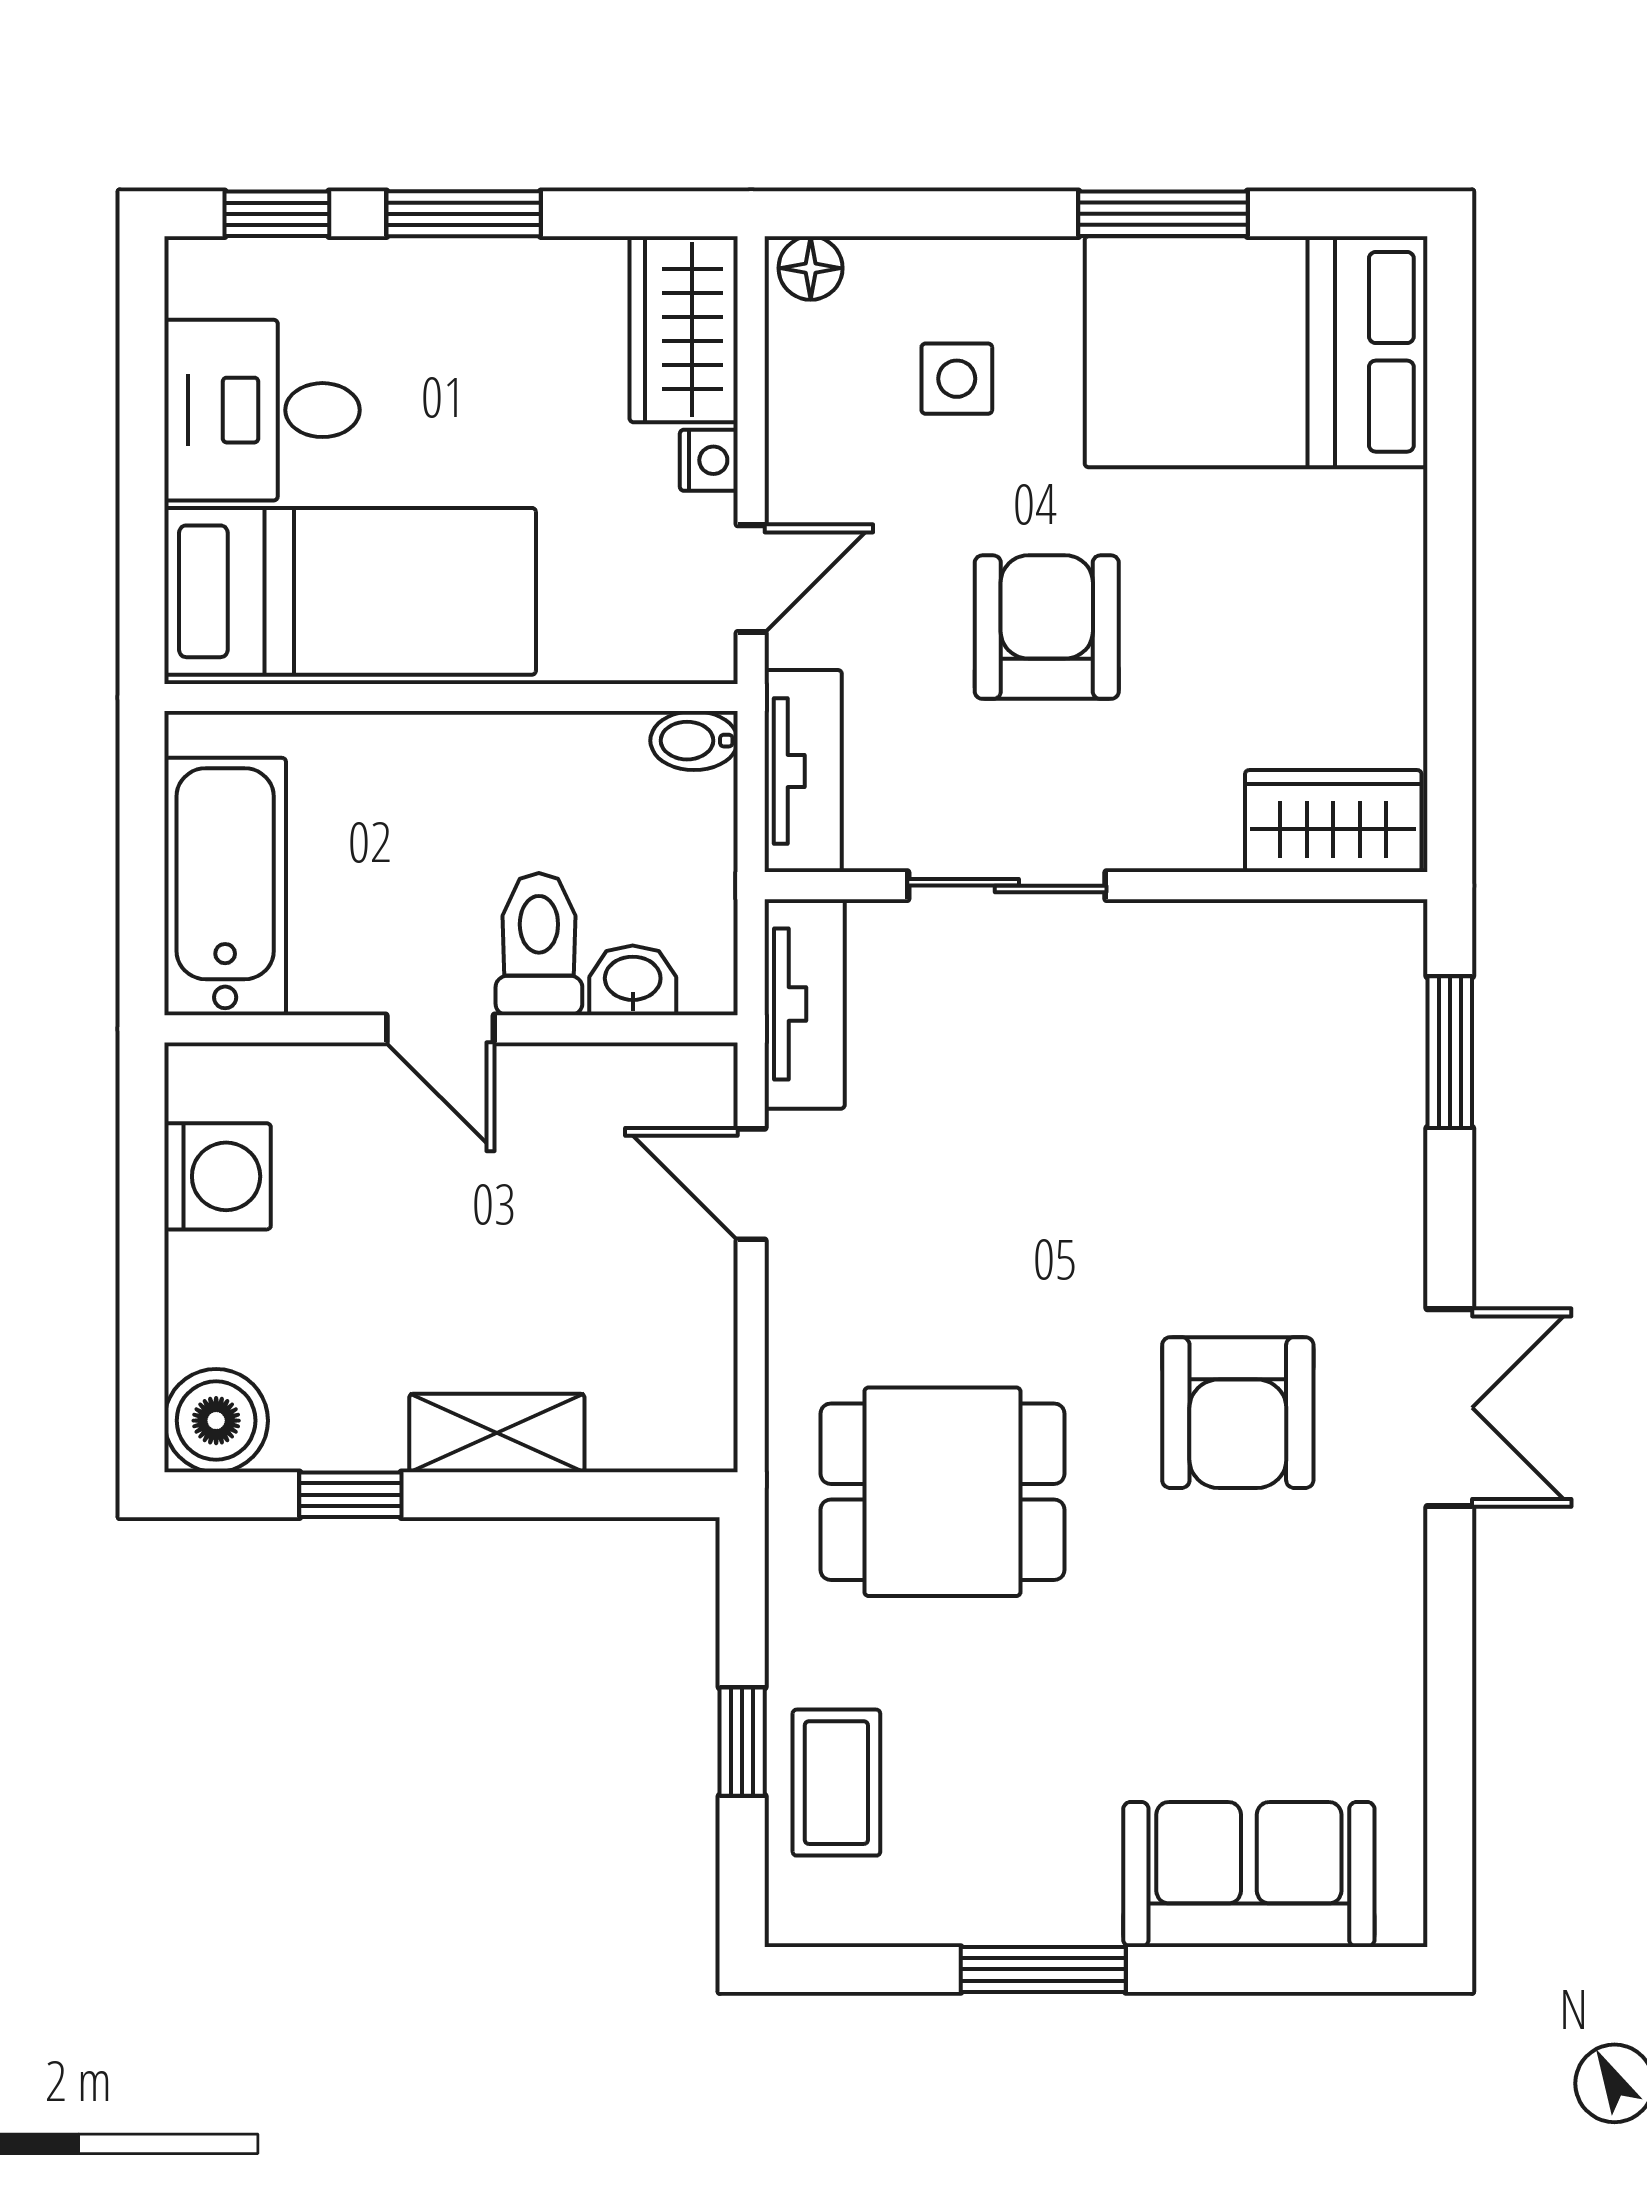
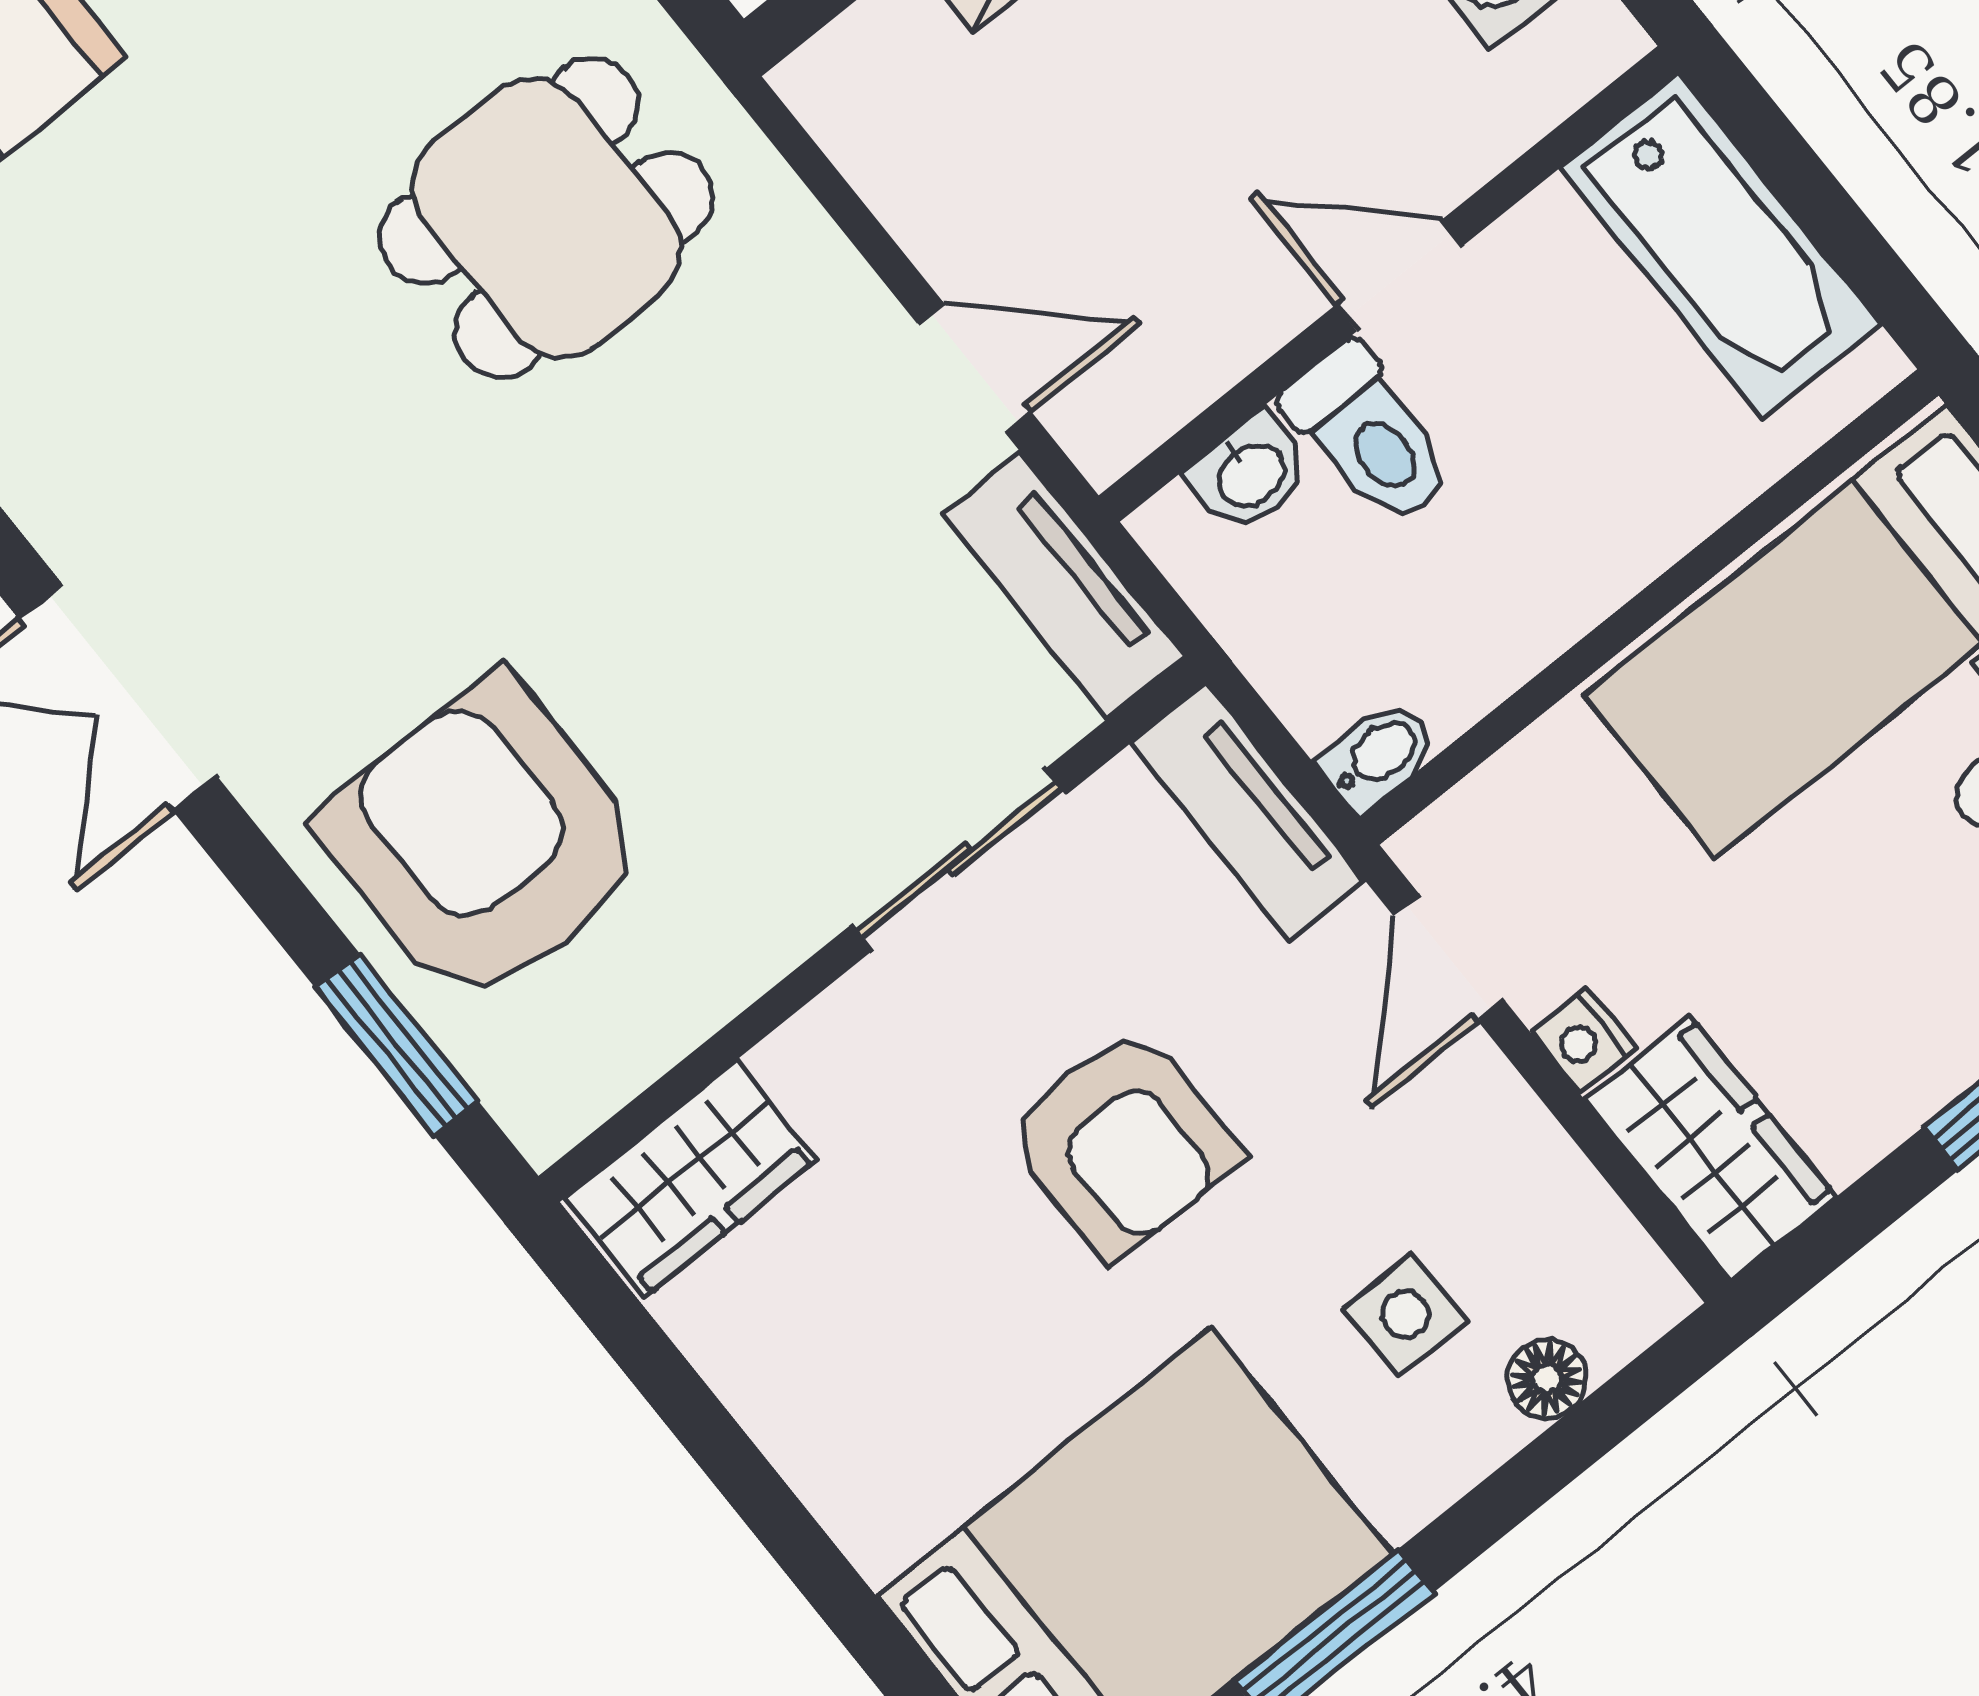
floor lamp: (811, 268) -> (1547, 1378), moved
armchair: (1238, 1413) -> (484, 841), moved, width x1.36, depth x1.36

